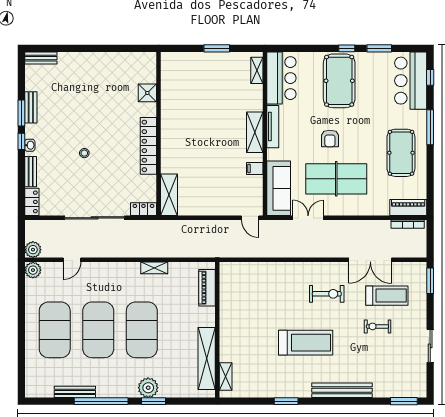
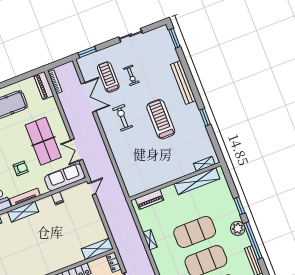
shelving: (255, 132) -> (23, 212), moved
armchair: (330, 138) -> (21, 168), moved
plant: (148, 388) -> (238, 228), moved

